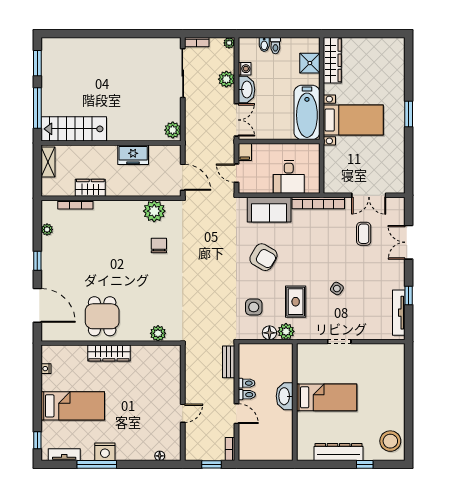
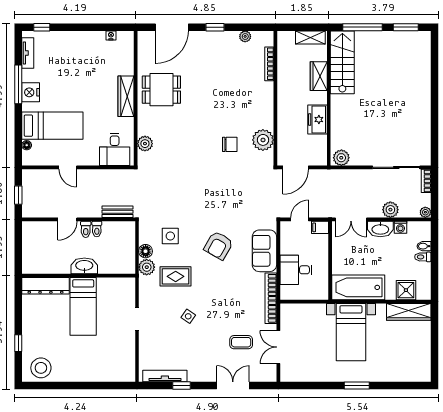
wardrobe: (90, 188) -> (319, 76), moved, turned 180
desk: (164, 365) -> (115, 150), added
bed: (73, 406) -> (52, 126), moved, turned -90
bookcase: (230, 449) -> (33, 213), removed
dresser: (339, 452) -> (45, 286), moved, turned 90

